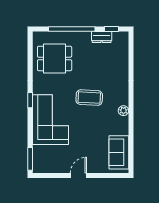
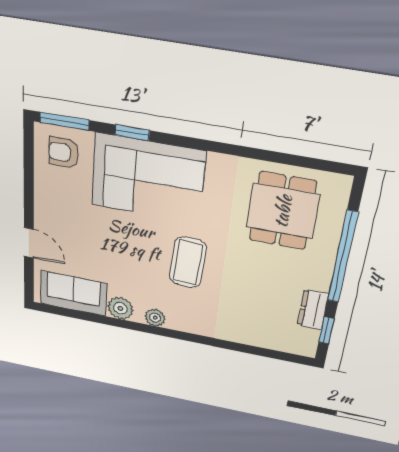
window: (30, 100) -> (132, 133), moved
plant: (122, 128) -> (120, 308), added
armchair: (45, 159) -> (64, 153), added
door: (78, 175) -> (29, 243), moved

